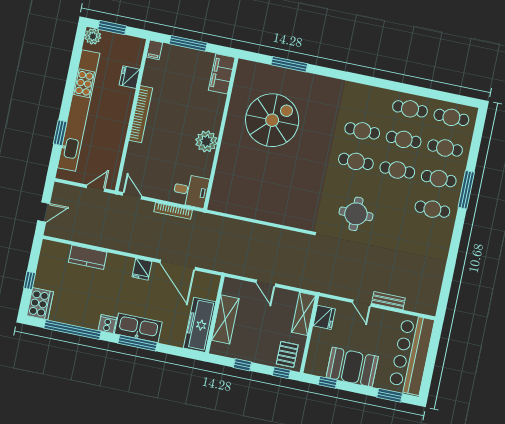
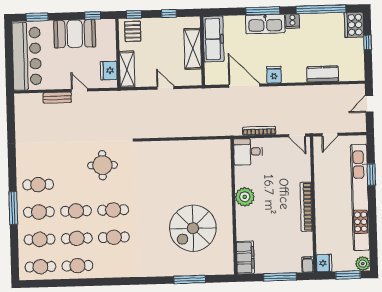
fridge: (130, 77) -> (324, 263), moved

